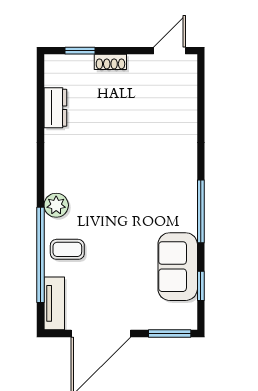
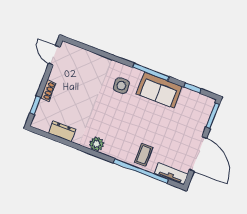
side table: (162, 173) -> (121, 86), added
plant: (56, 205) -> (97, 144), moved
sofa: (178, 267) -> (159, 90), moved

